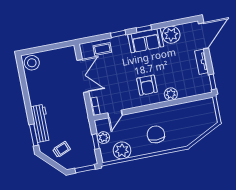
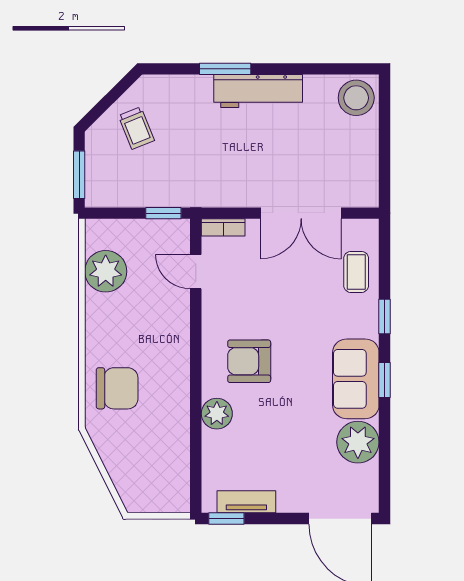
tv unit: (202, 62) -> (246, 502), moved
workbench: (41, 123) -> (258, 91), moved
chair: (156, 134) -> (117, 388), moved
window: (34, 135) -> (225, 69), moved
plant: (103, 138) -> (145, 233), removed
window: (96, 142) -> (163, 213), moved

